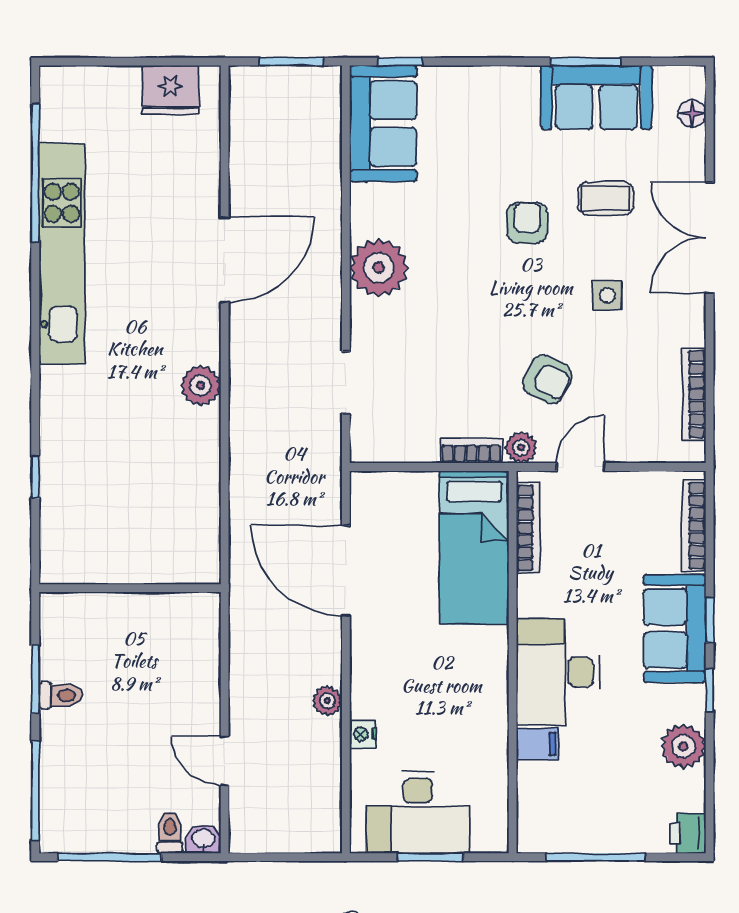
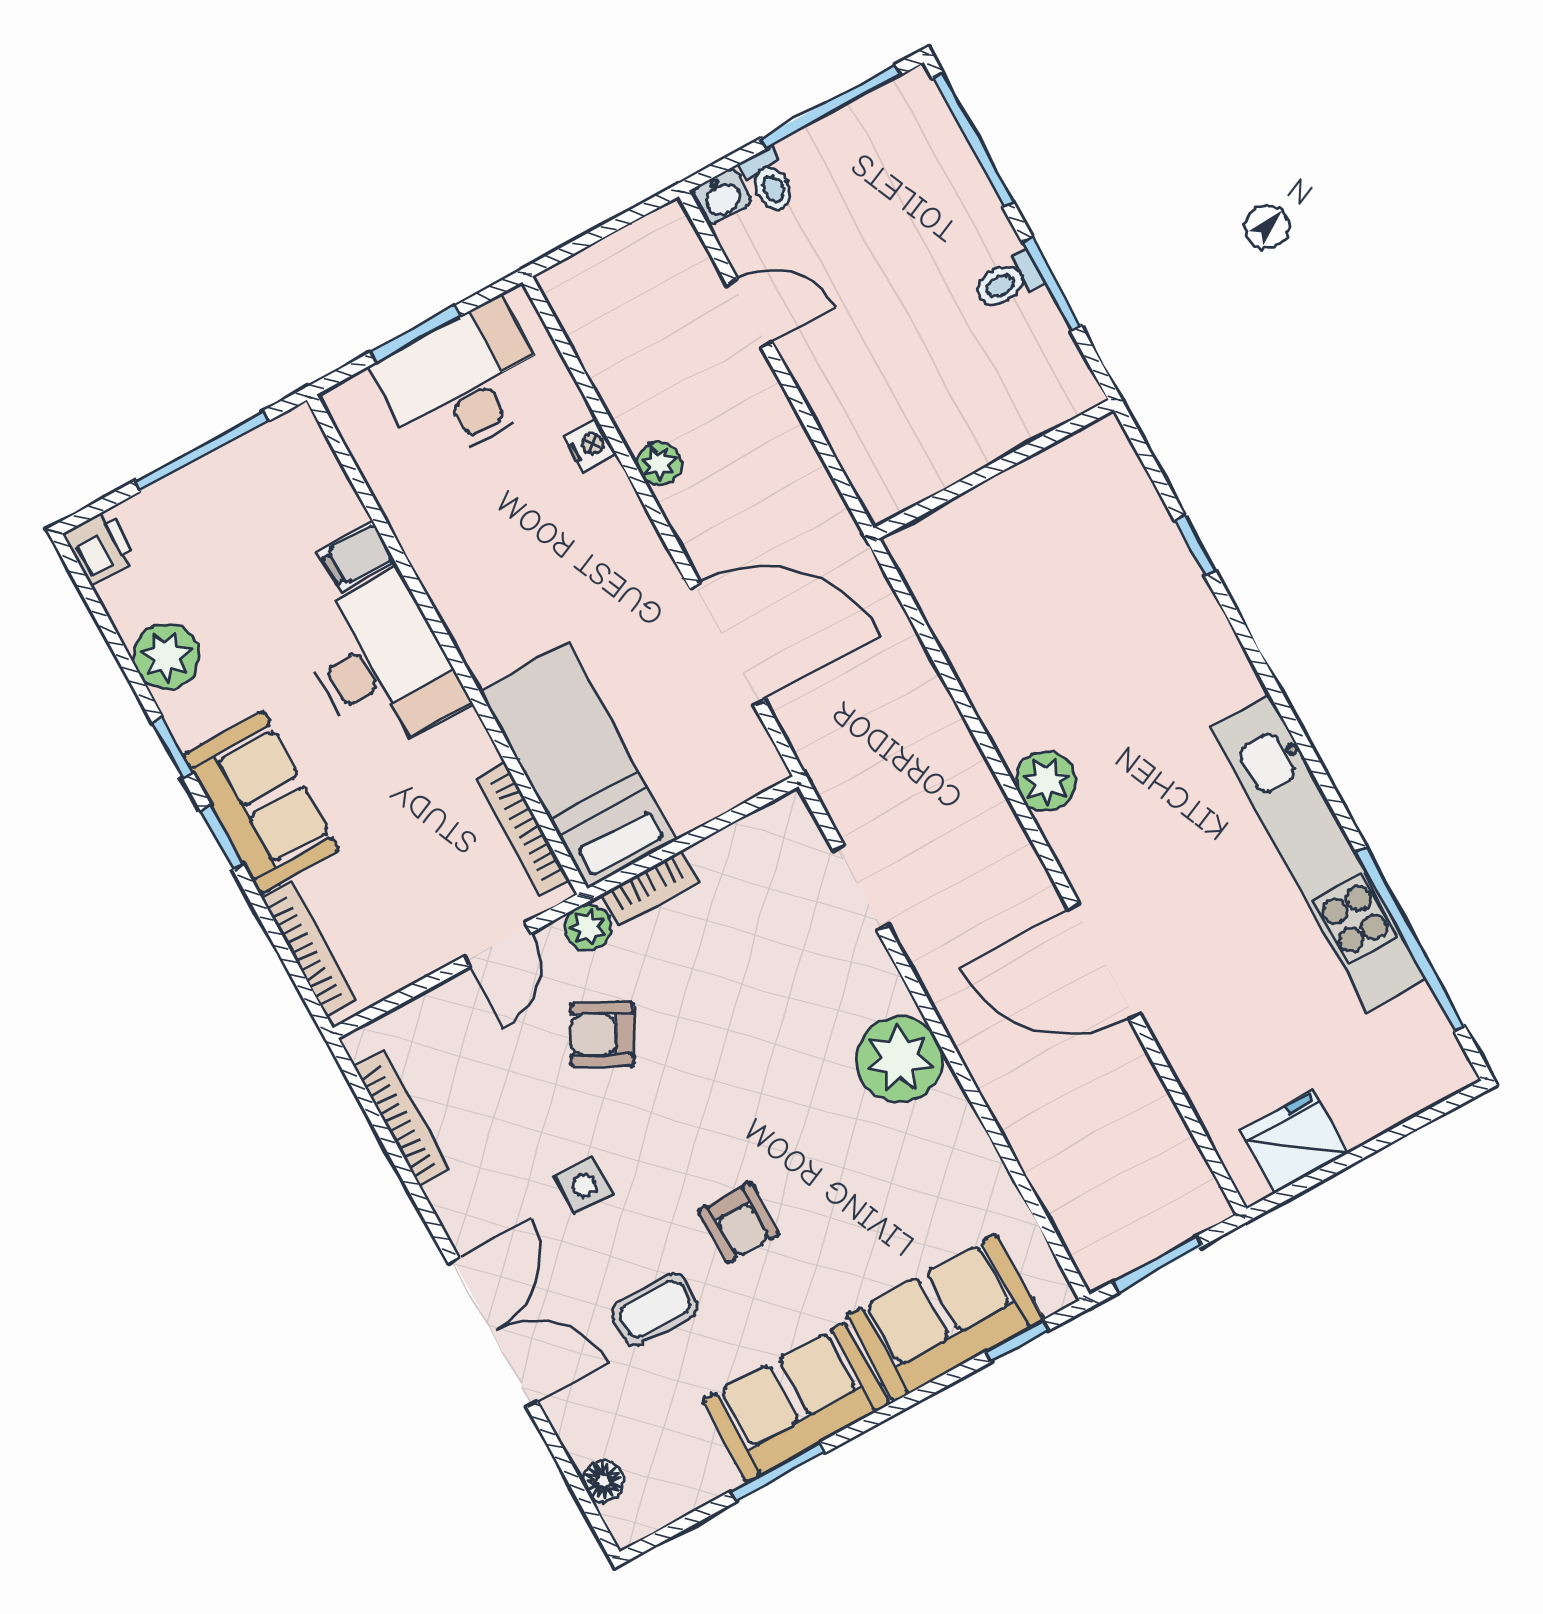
sofa: (596, 97) -> (796, 1402), moved
sofa: (383, 124) -> (945, 1318), moved, turned 90
door: (225, 260) -> (1104, 961), hinge flipped

